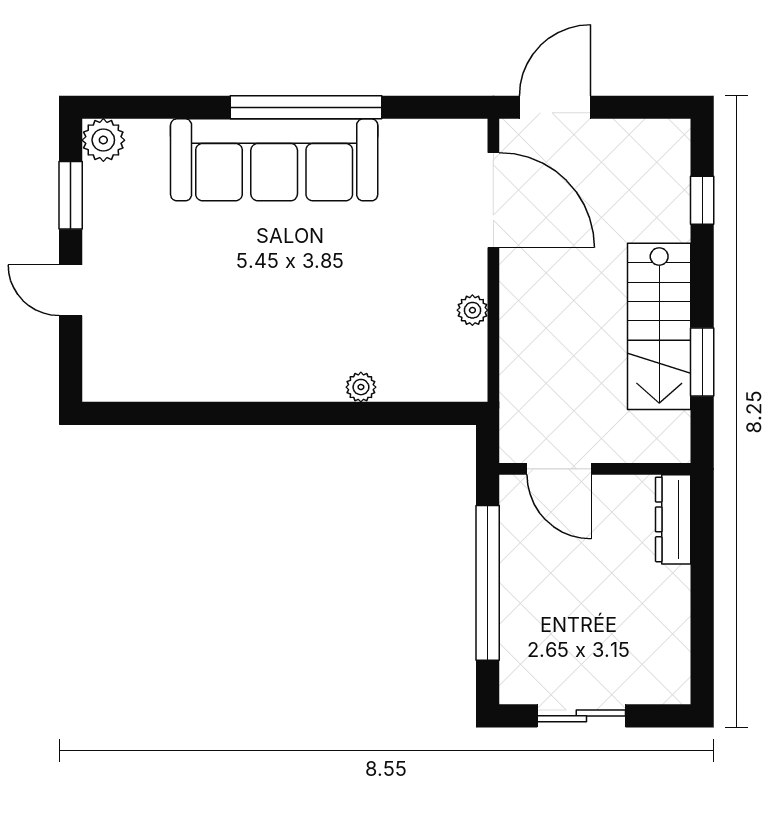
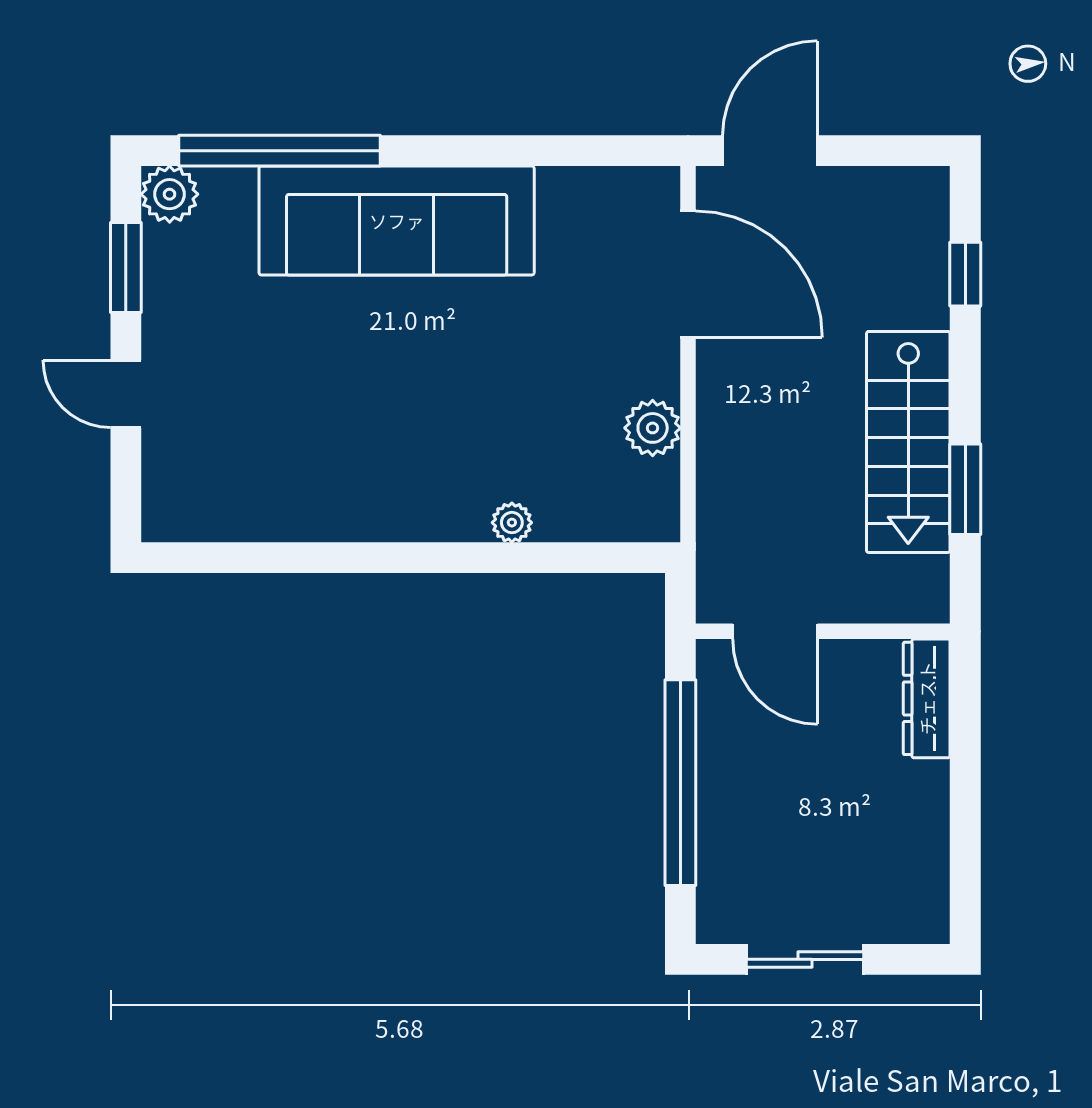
window: (306, 107) -> (280, 151), moved
plant: (472, 310) -> (653, 428), width x1.38, depth x1.38

